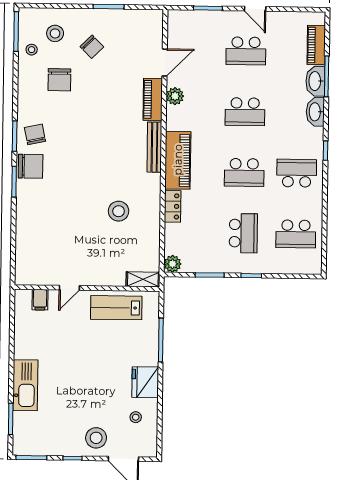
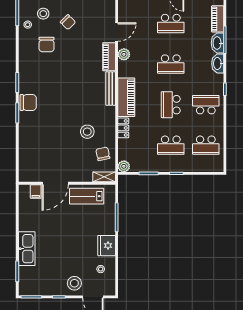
chair: (35, 134) -> (103, 154), moved
school desk: (244, 172) -> (171, 105), turned 90
school desk: (243, 233) -> (171, 145), turned 90
door: (69, 288) -> (55, 183), width x1.87

